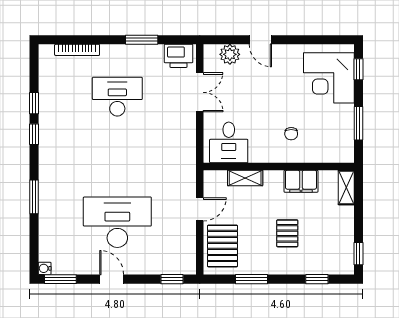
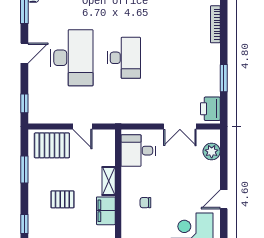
door: (260, 40) -> (224, 199), moved
desk: (117, 97) -> (124, 58), moved
shelving: (245, 178) -> (109, 181), moved

